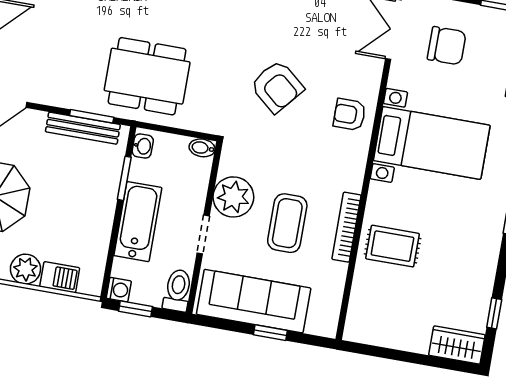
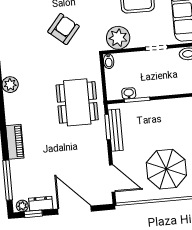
washbasin: (143, 146) -> (129, 93), moved
plant: (233, 197) -> (118, 38), moved
bathtub: (138, 222) -> (159, 86), removed

